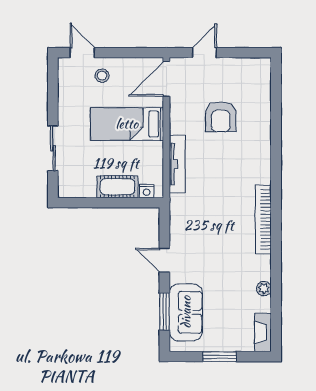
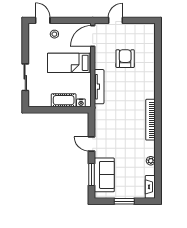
armchair: (221, 117) -> (125, 59), turned 180

